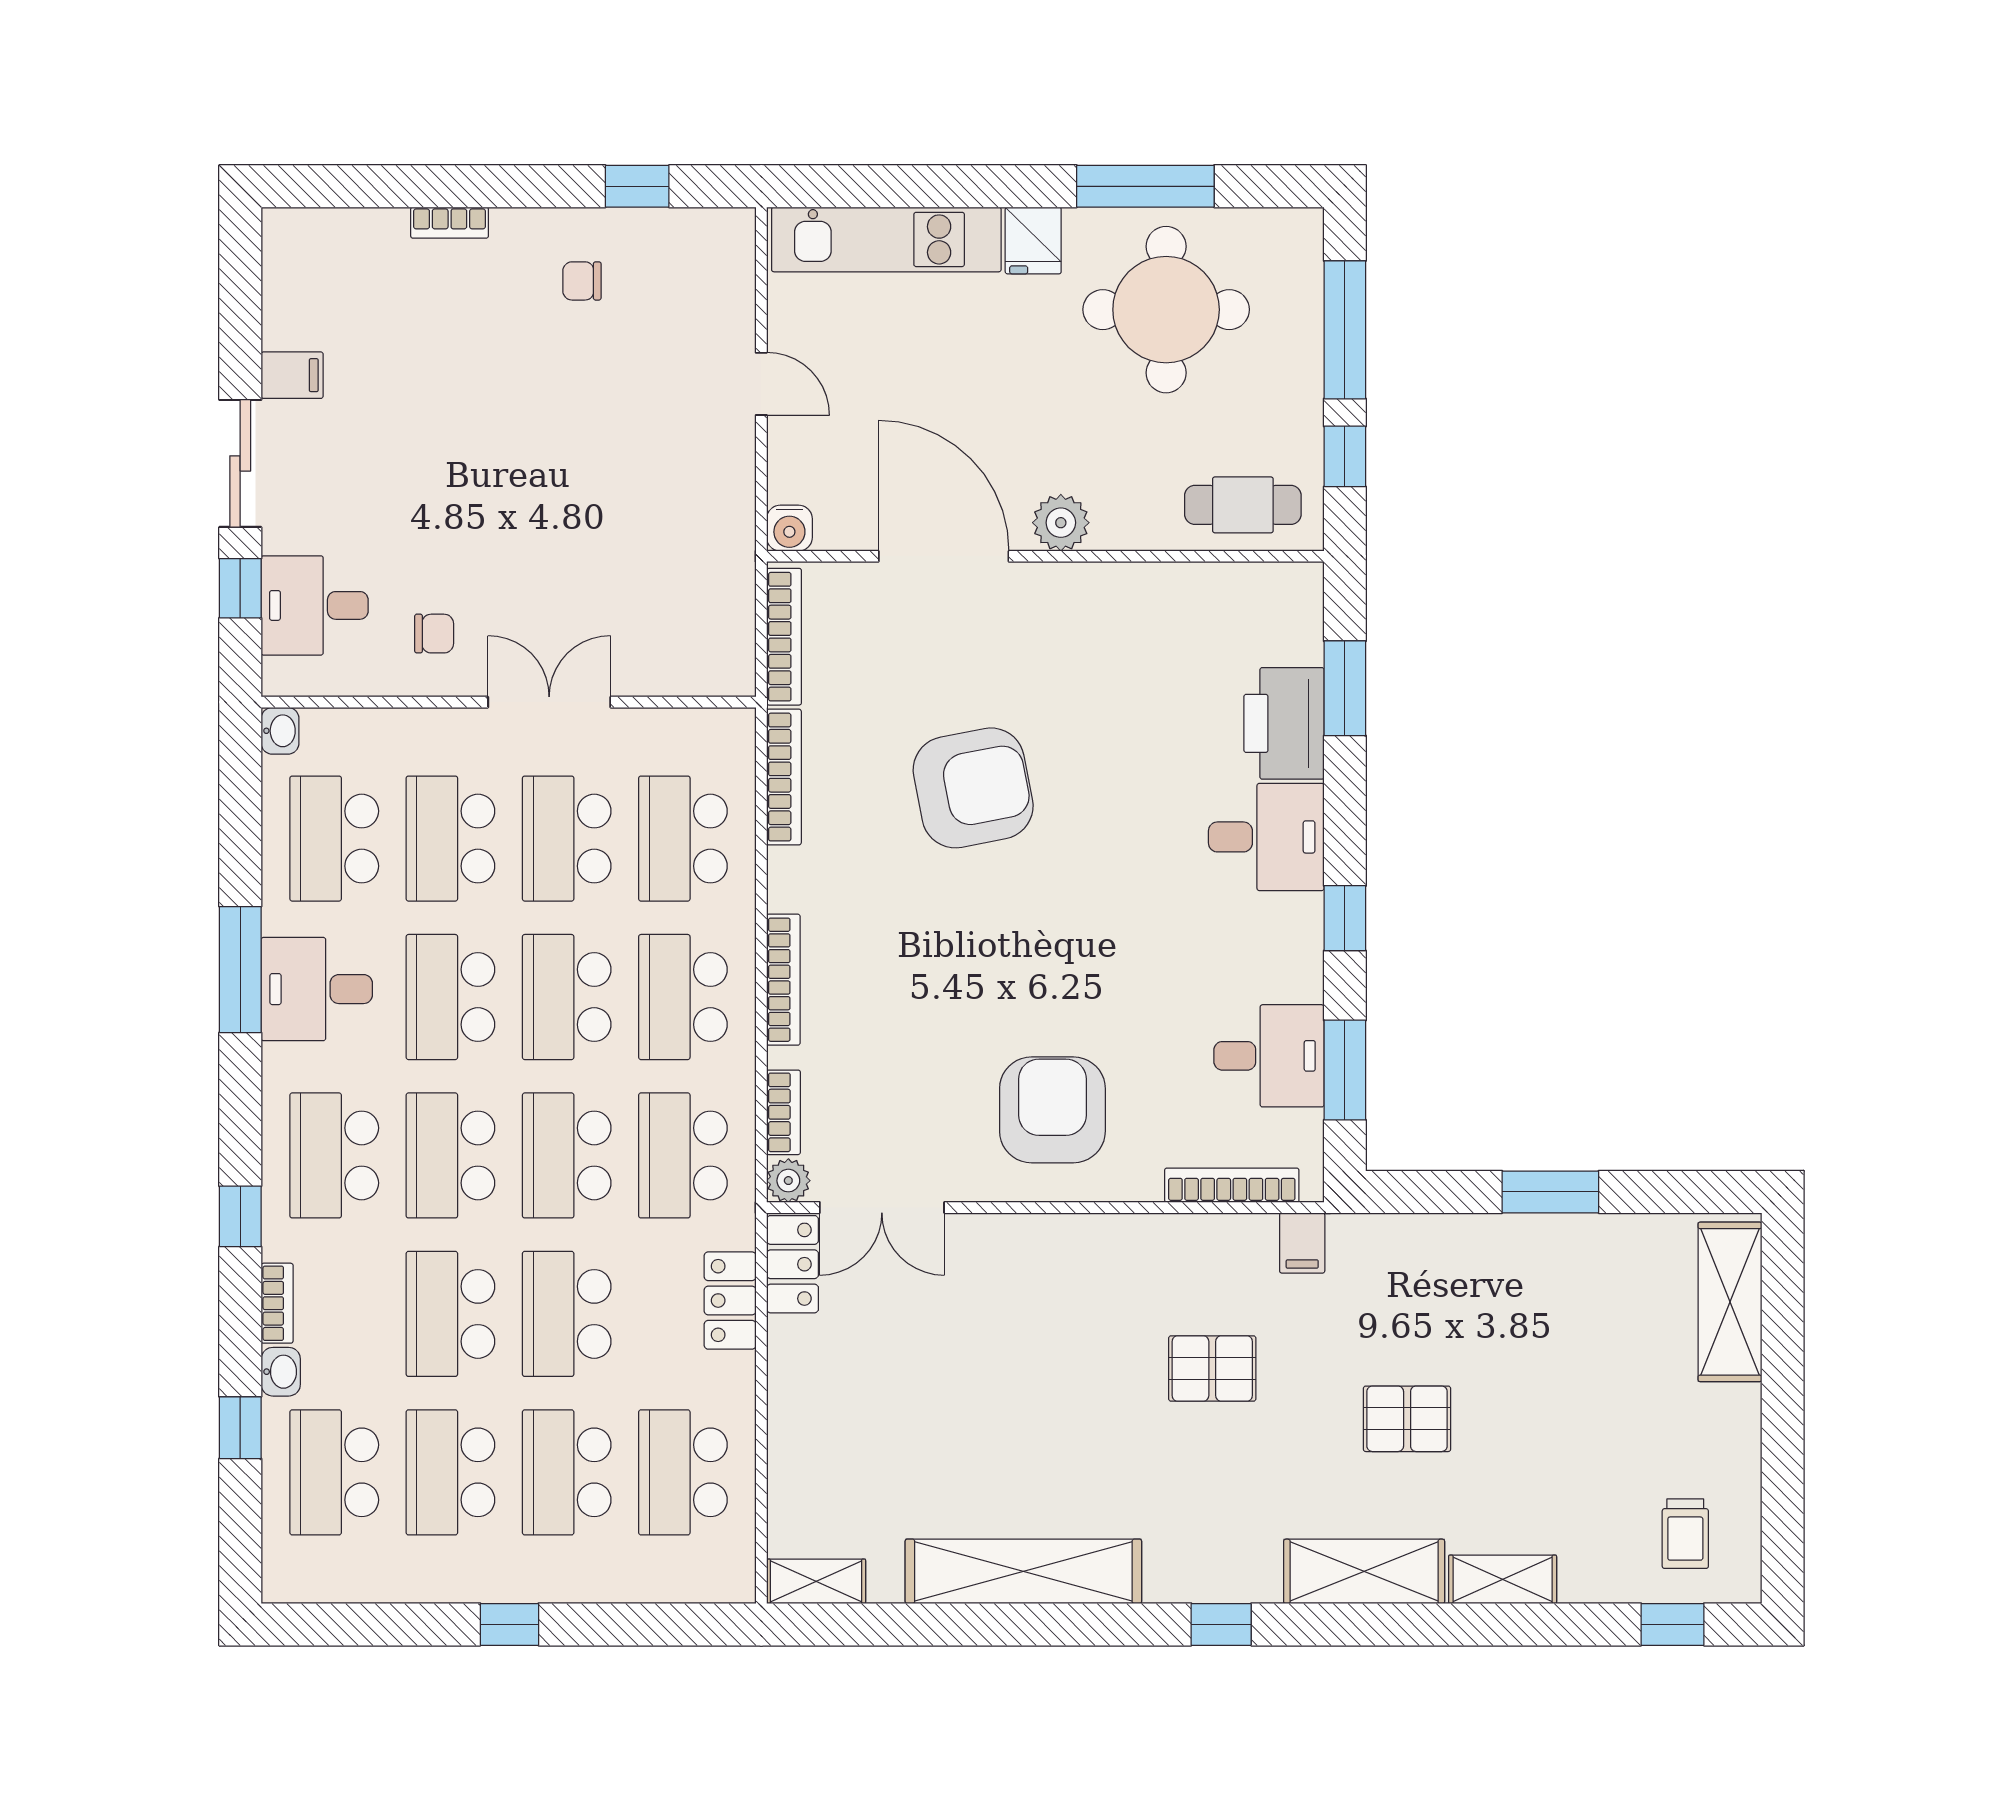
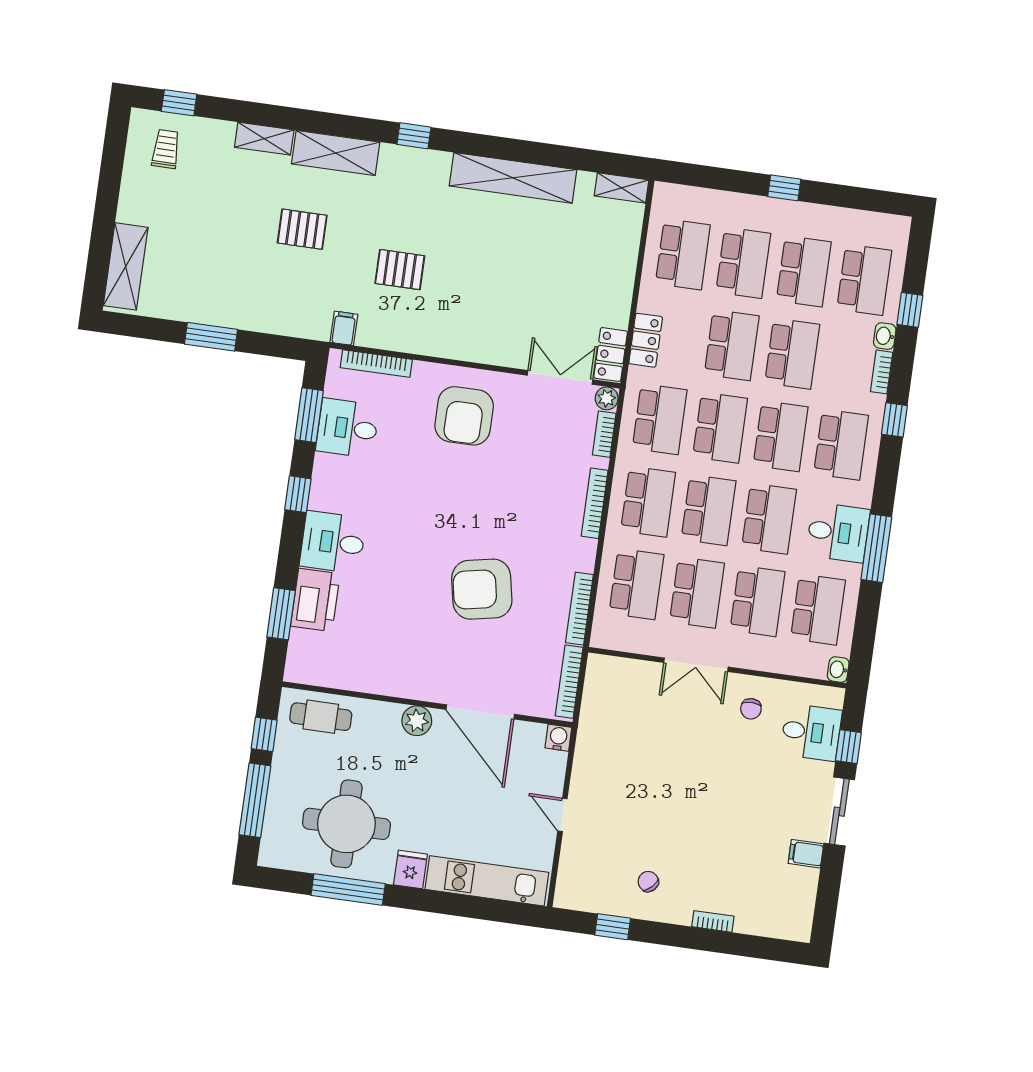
chair: (582, 281) -> (648, 881), turned -135
chair: (434, 634) -> (751, 709), turned -90

